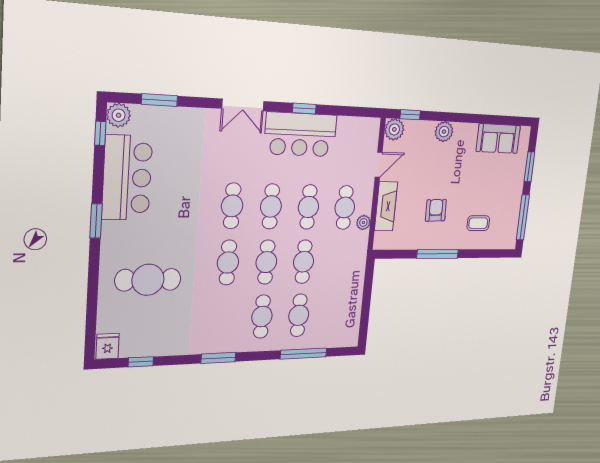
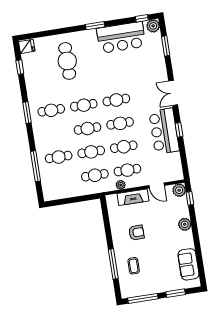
window: (438, 254) -> (113, 264), moved
cafe table: (340, 261) -> (95, 175), added
cafe table: (262, 317) -> (51, 110), moved

